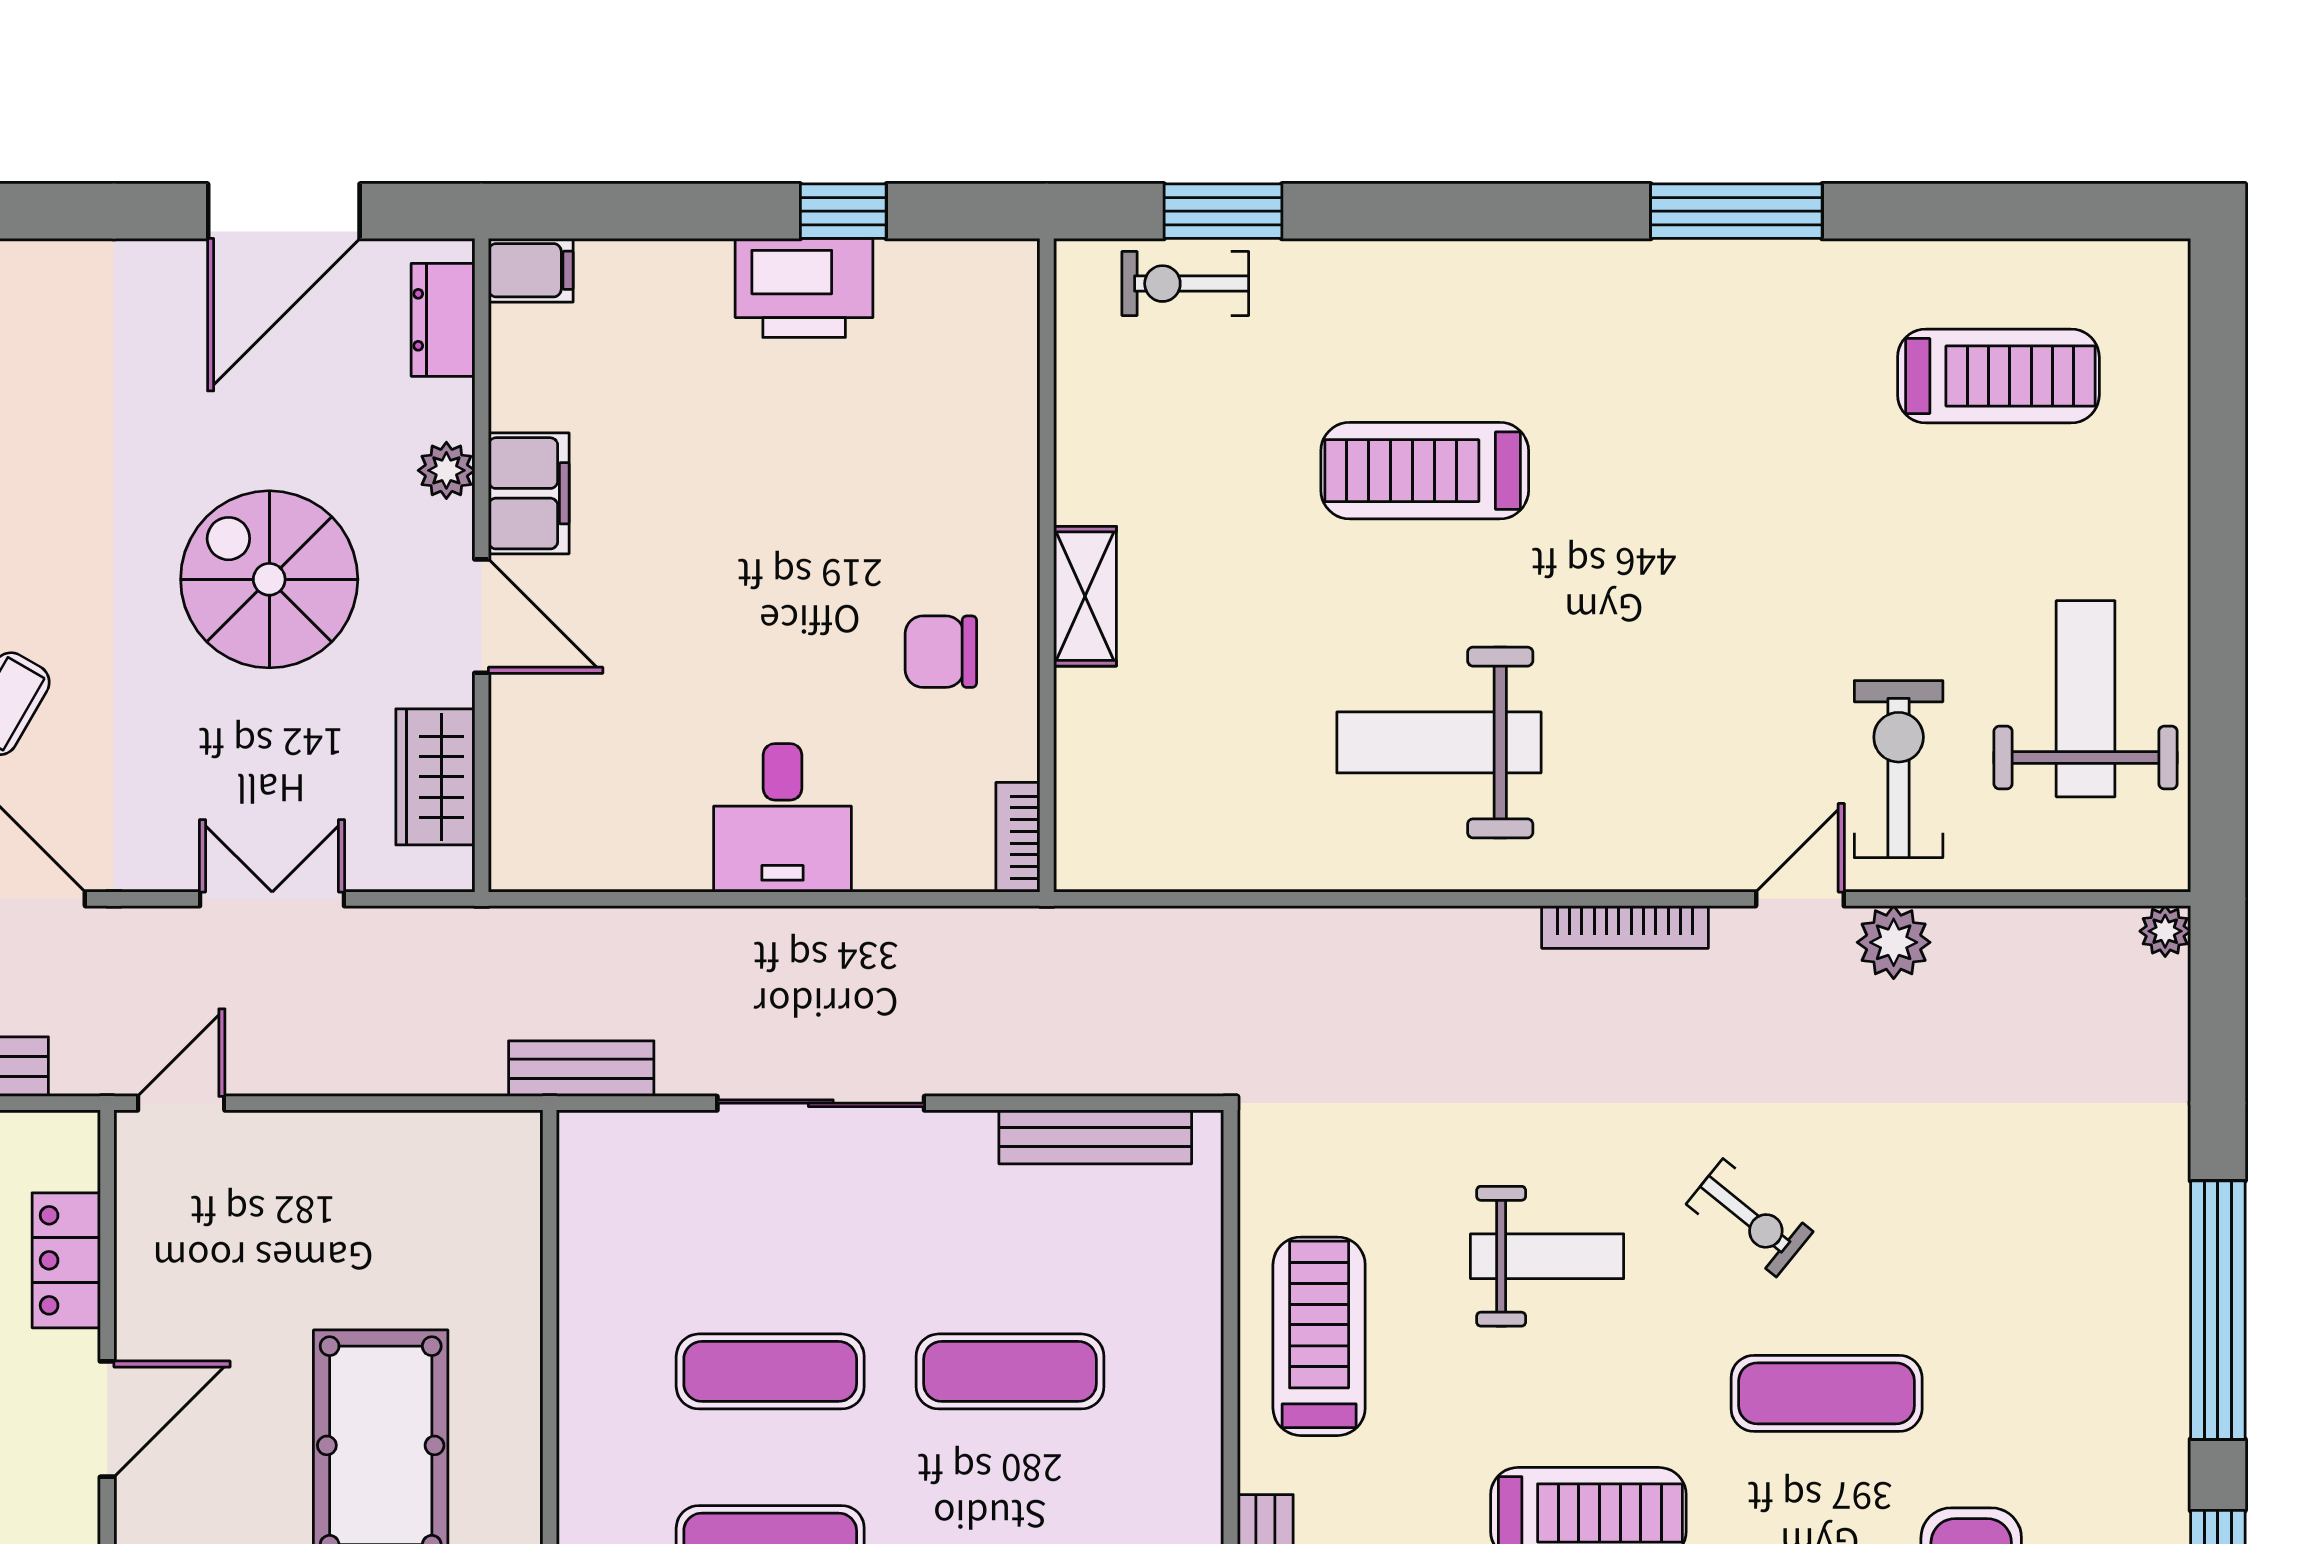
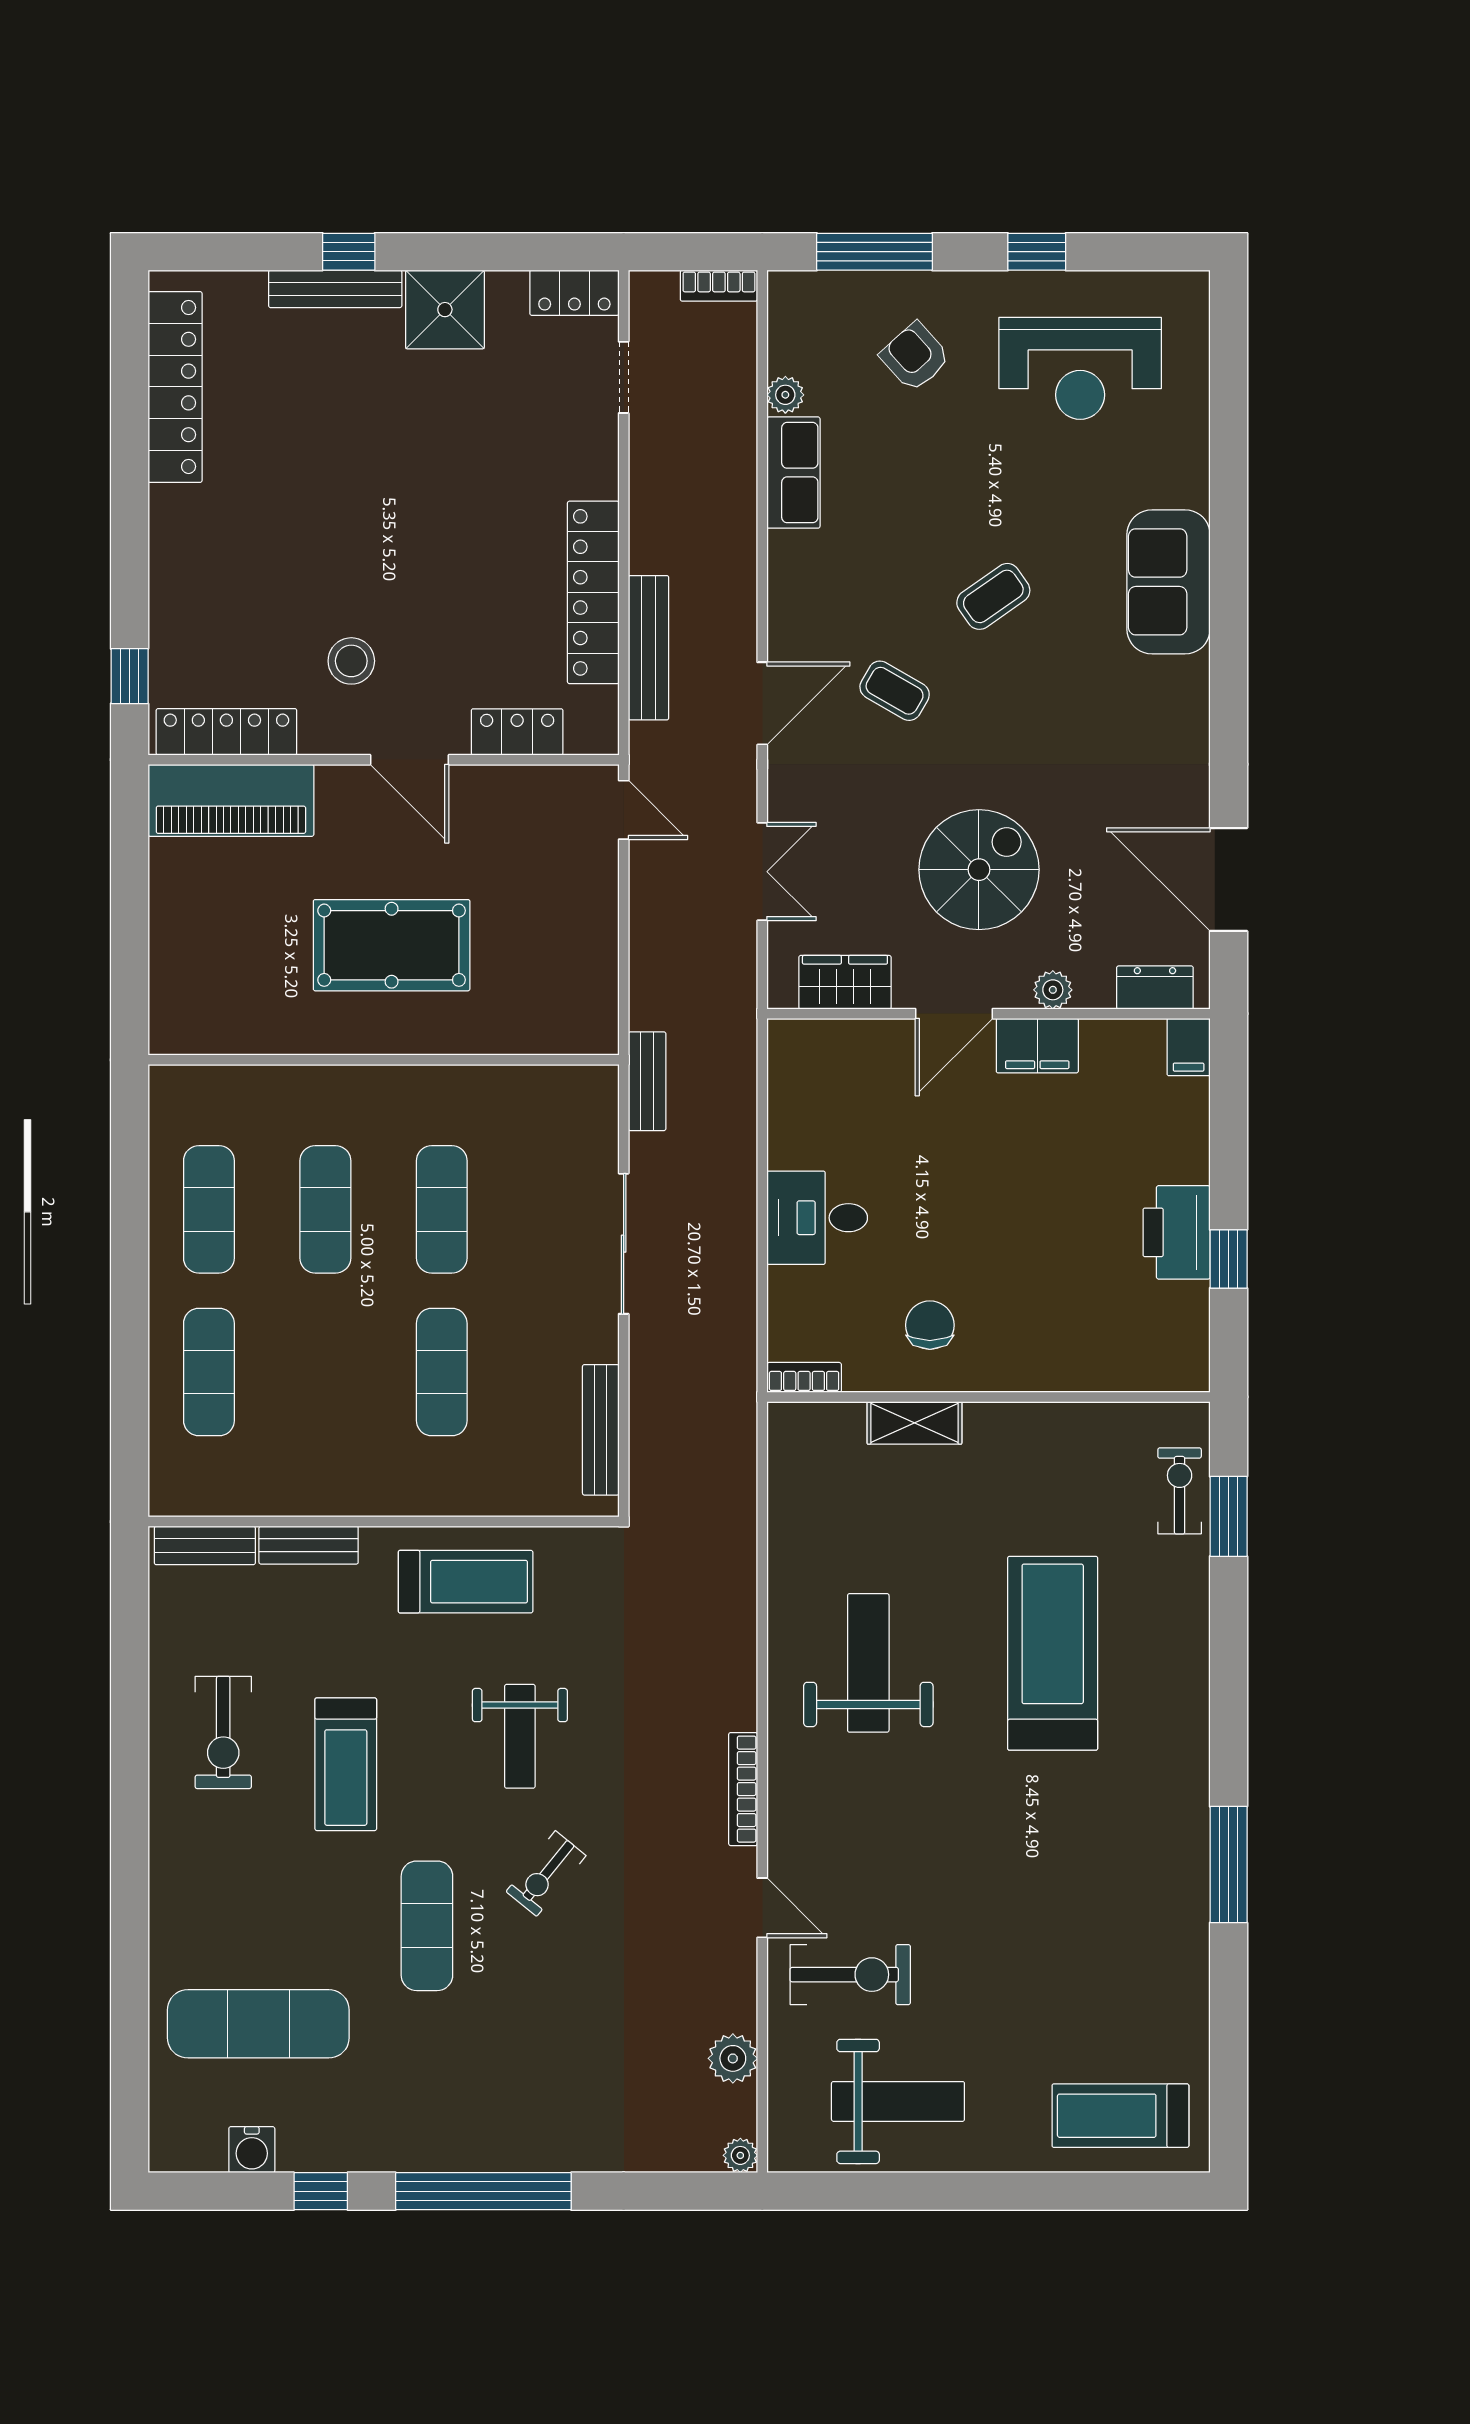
treadmill: (1998, 376) -> (1120, 2116), moved, turned 90
treadmill: (1425, 471) -> (1053, 1653), width x1.37, depth x1.38
shelving: (1085, 596) -> (914, 1423), moved
plant: (1894, 942) -> (733, 2058), moved

